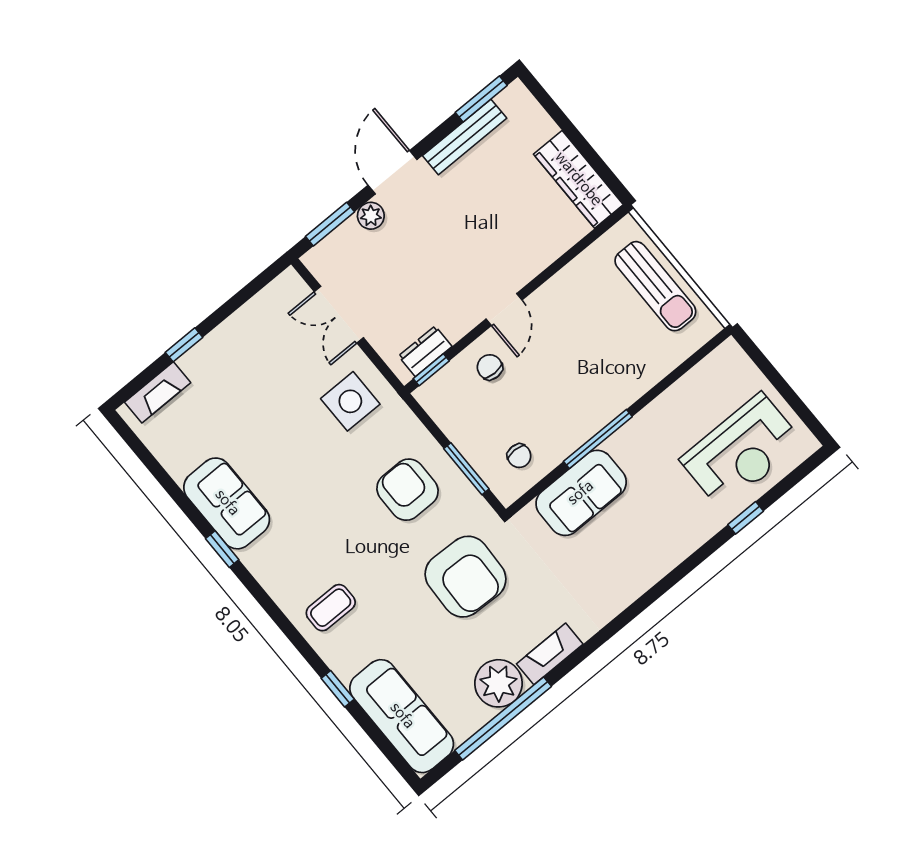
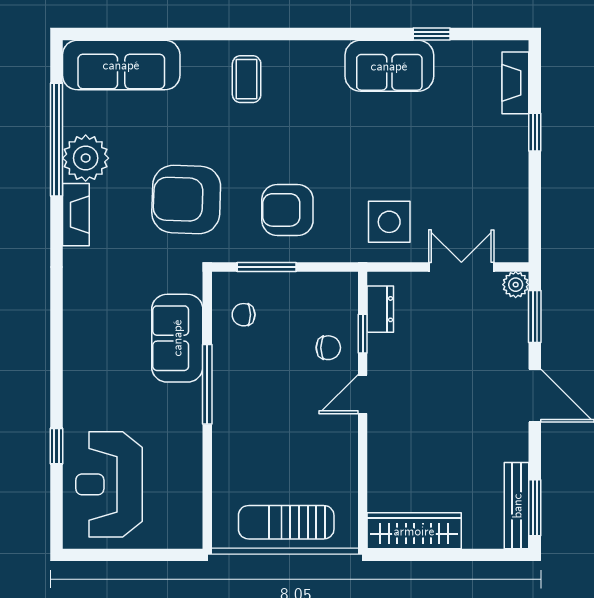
bench: (465, 137) -> (517, 506), moved
plant: (371, 216) -> (516, 285), moved
door: (504, 310) -> (363, 394), hinge flipped
window: (431, 370) -> (363, 334), moved
armchair: (408, 490) -> (287, 210), turned 180
window: (222, 549) -> (432, 34), moved
window: (338, 689) -> (181, 34), removed

